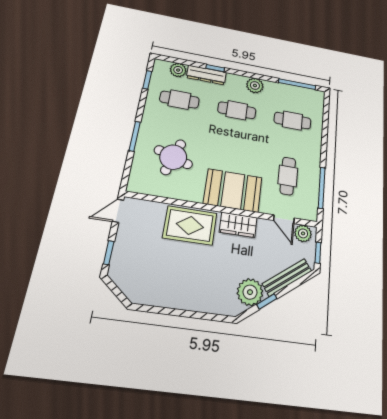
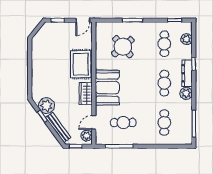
dresser: (206, 75) -> (187, 73), moved
round table: (173, 157) -> (123, 47), turned 31
door: (118, 211) -> (83, 20), swing flipped

